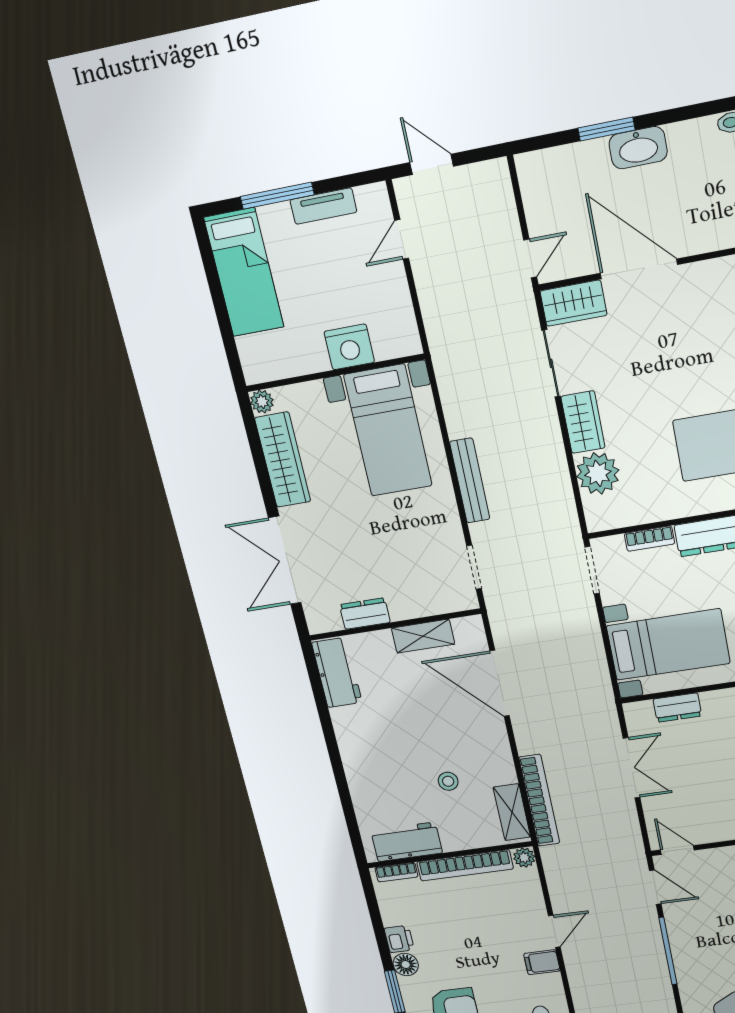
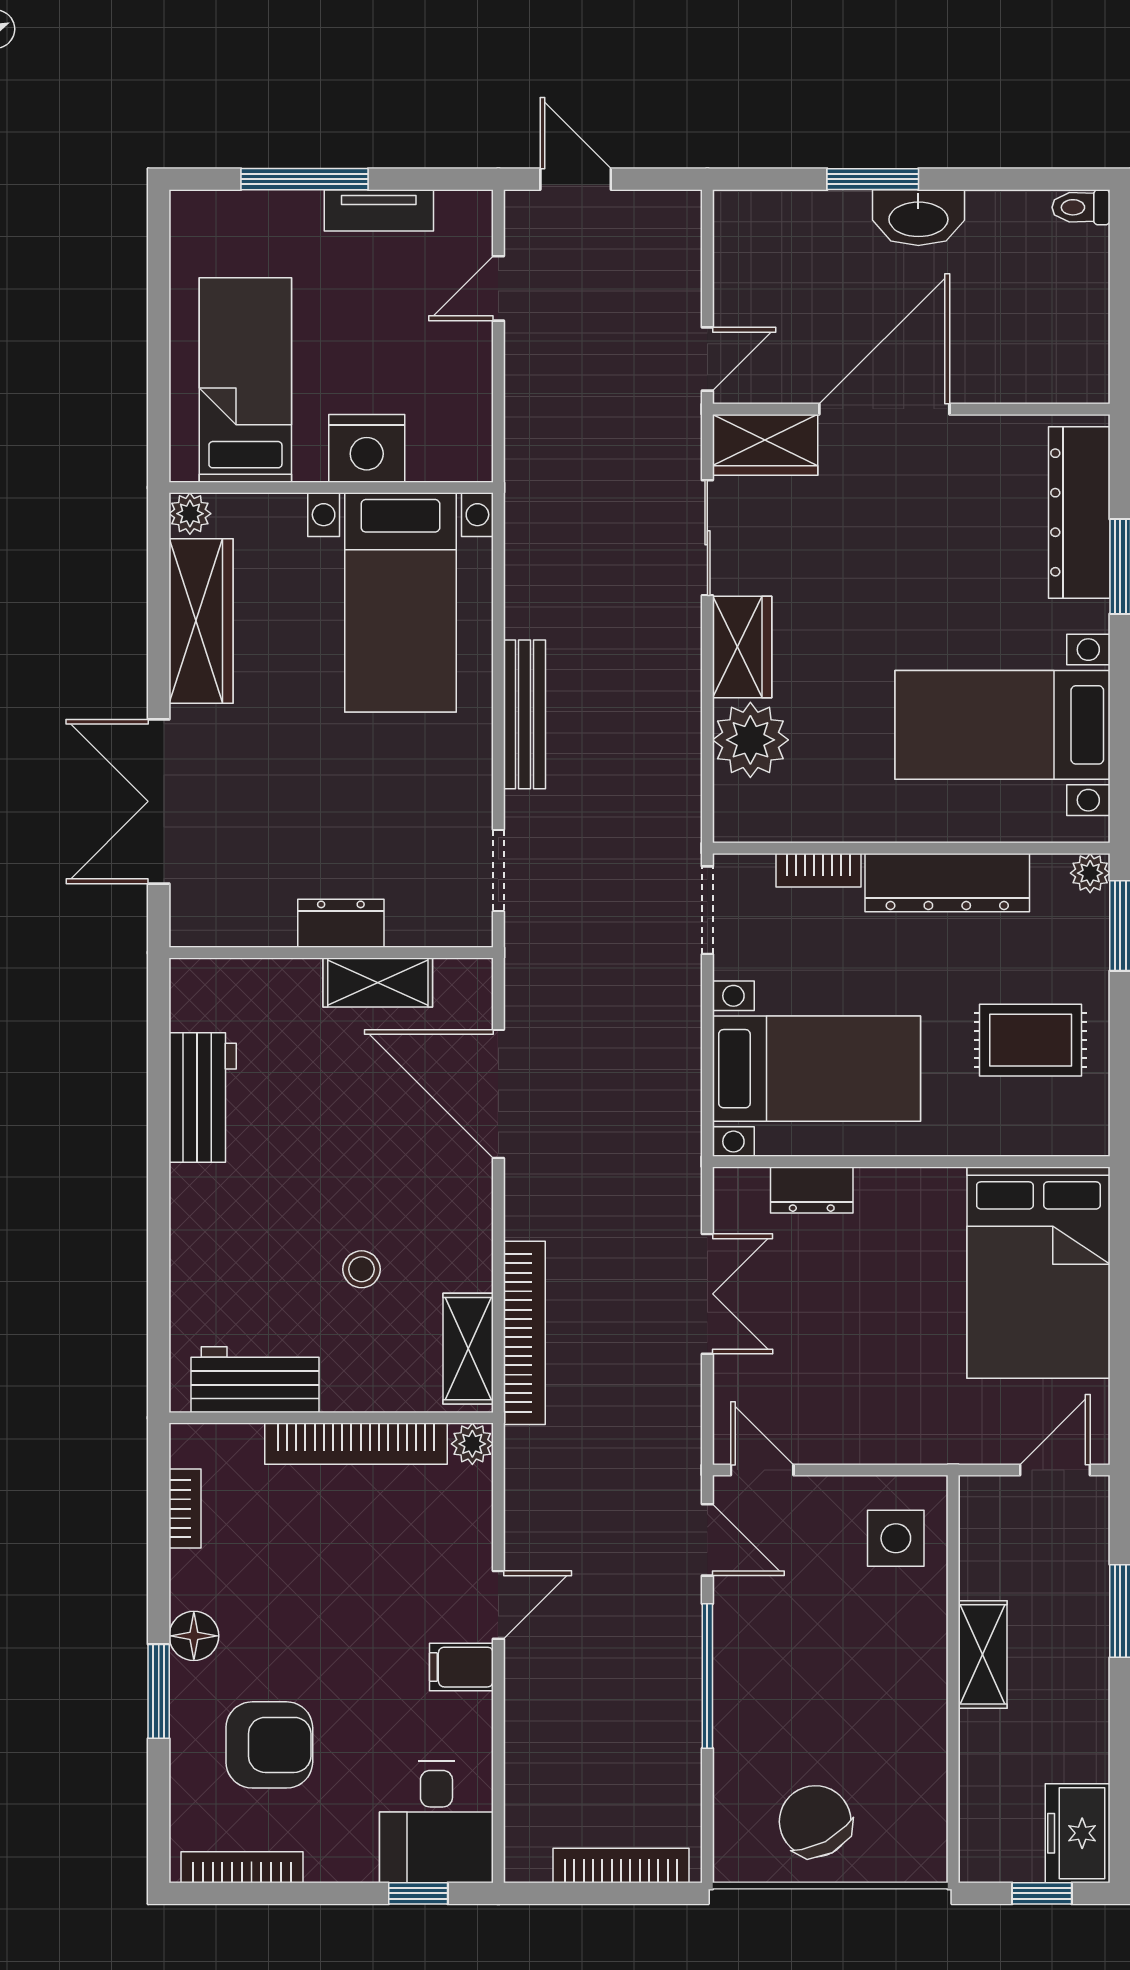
door: (639, 269) -> (884, 409), hinge flipped
bed: (244, 272) -> (245, 380), moved, turned 180
dresser: (365, 614) -> (341, 923), moved
workbench: (337, 672) -> (203, 1098), moved
bookcase: (396, 872) -> (185, 1509), moved, turned -90
printer: (399, 939) -> (194, 1580), removed

